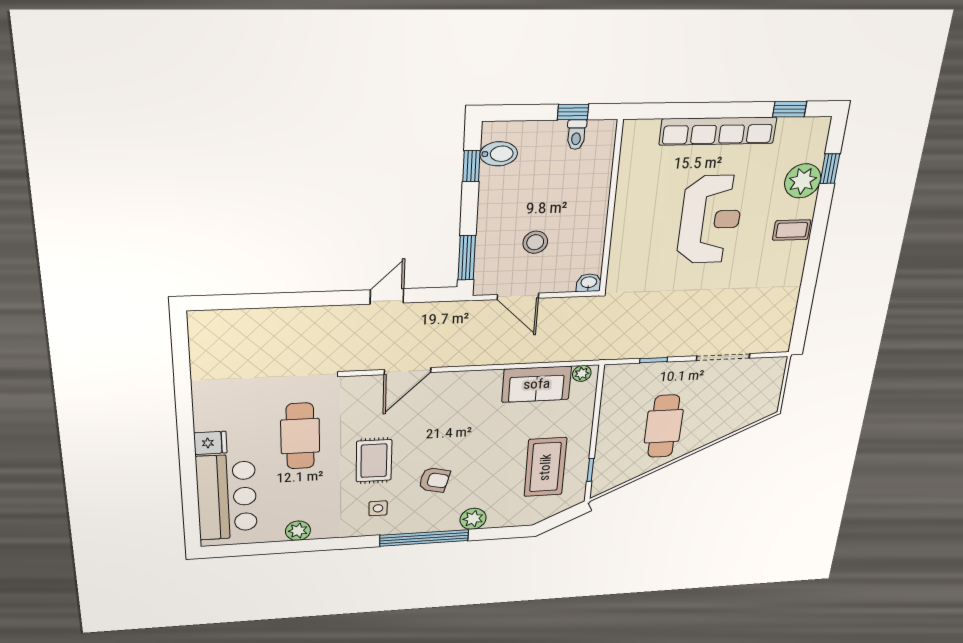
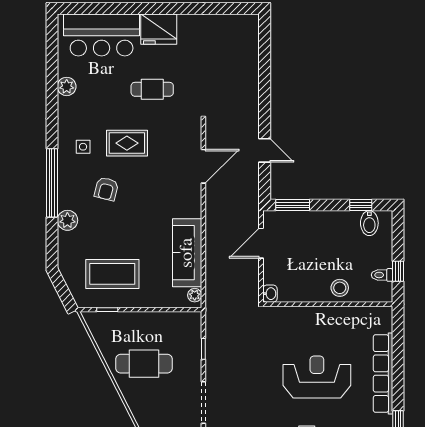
reception desk: (710, 220) -> (317, 377), turned 180
stool: (535, 242) -> (340, 288), moved
door: (408, 371) -> (203, 166), swing flipped
sofa: (537, 384) -> (187, 253), width x1.36
cafe table: (300, 436) -> (152, 89), width x0.73, depth x0.74
fridge: (210, 443) -> (159, 29), width x1.88, depth x1.34

